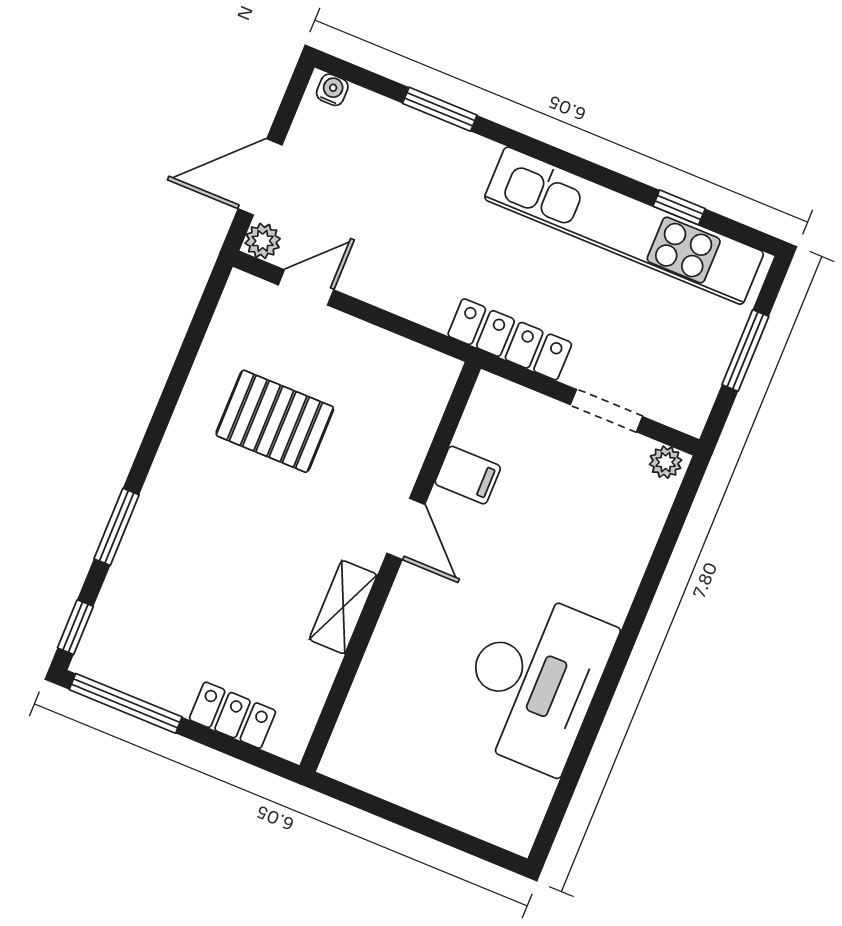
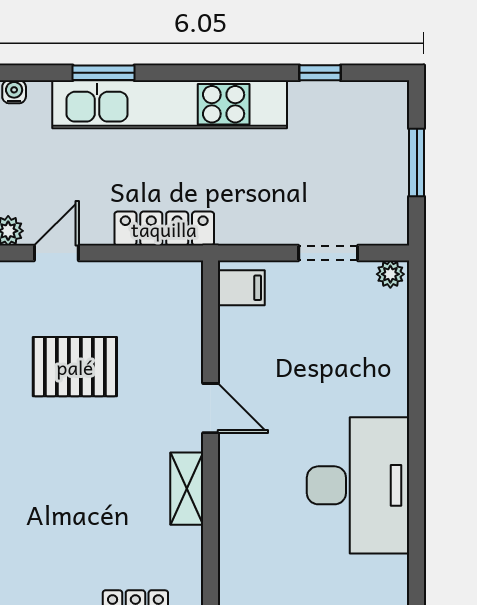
kitchen unit: (624, 226) -> (170, 104), moved
locker: (510, 339) -> (164, 229), moved
filing cabinet: (468, 475) -> (241, 288), moved

